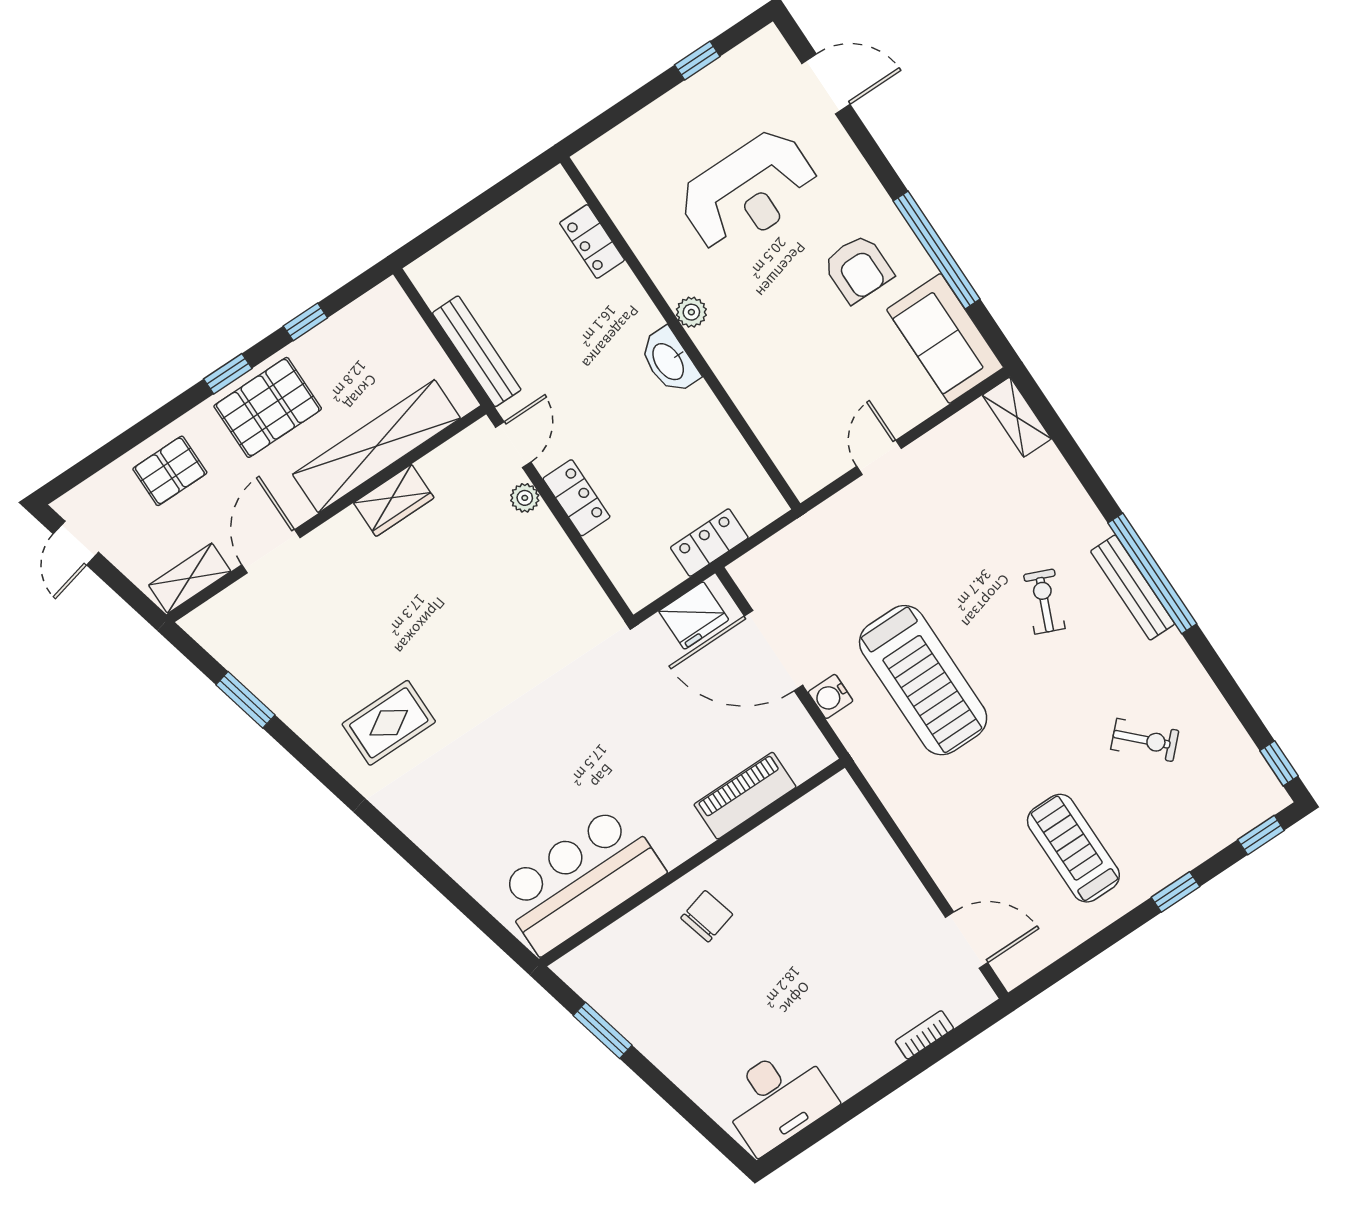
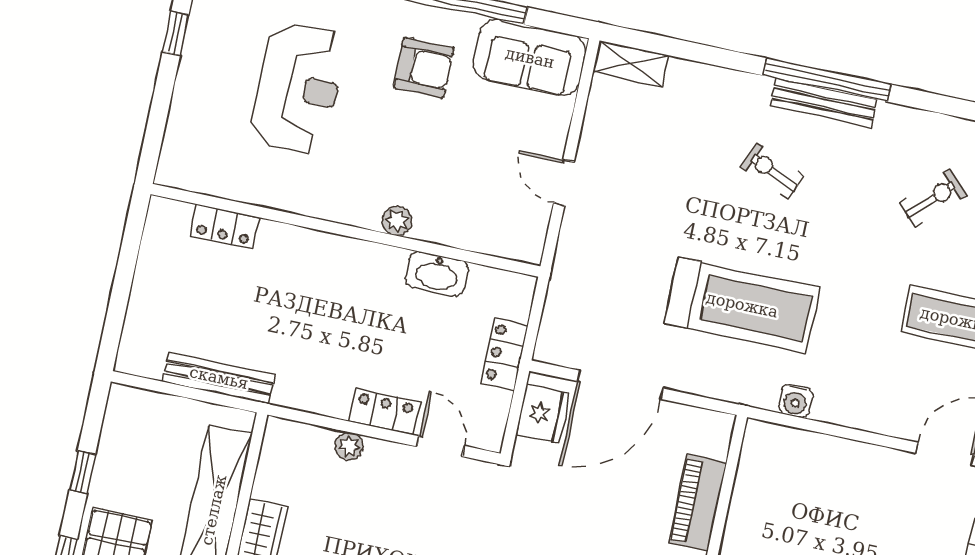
plant: (691, 312) -> (397, 221), moved
washbasin: (669, 361) -> (437, 274), moved
door: (513, 445) -> (441, 446), moved
water cooler: (830, 696) -> (796, 401), moved

